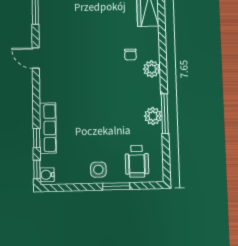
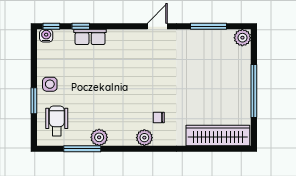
window: (165, 114) -> (82, 149), moved
row of seats: (48, 128) -> (90, 37), width x0.68
wheelchair: (137, 161) -> (57, 121), turned 90

